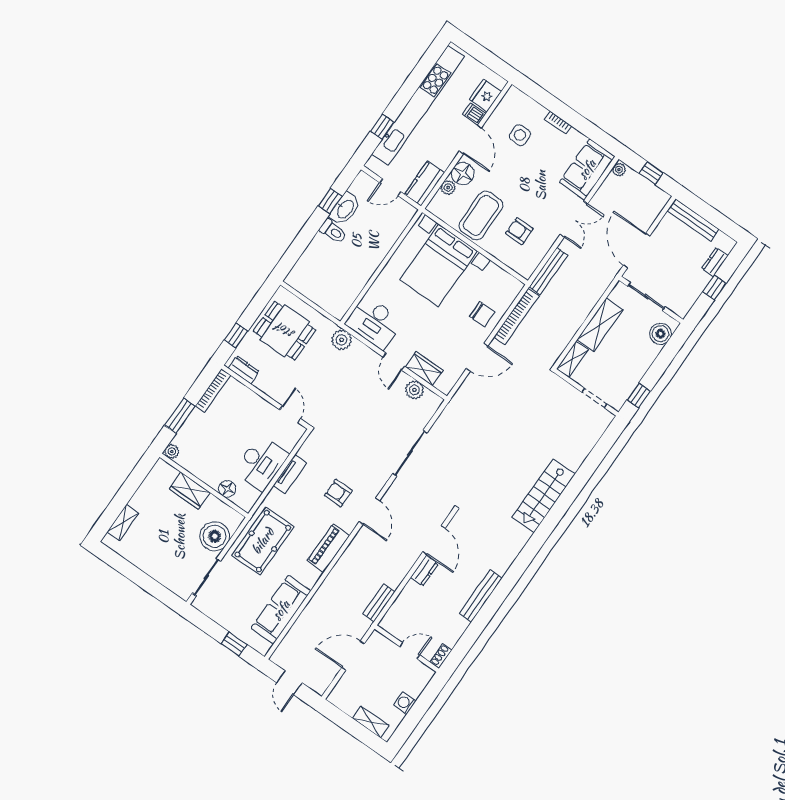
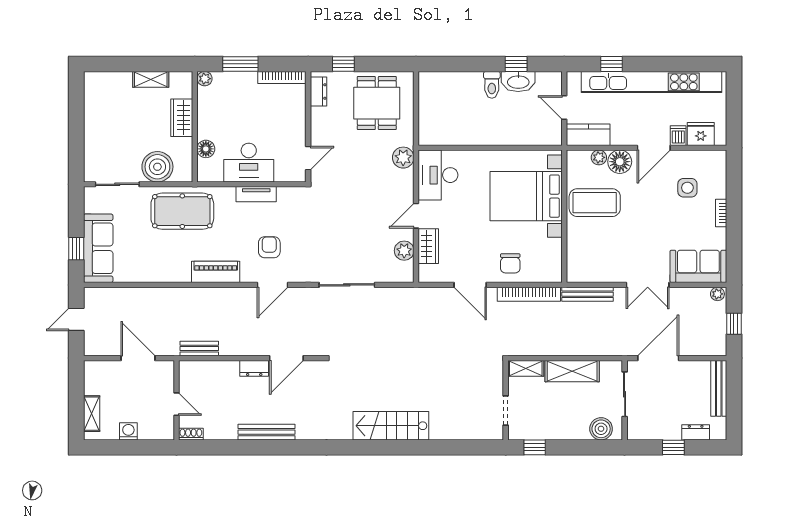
armchair: (519, 231) -> (604, 245), removed
shelving: (123, 523) -> (151, 79), moved
sofa: (281, 610) -> (98, 248), moved, turned 90

